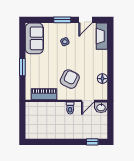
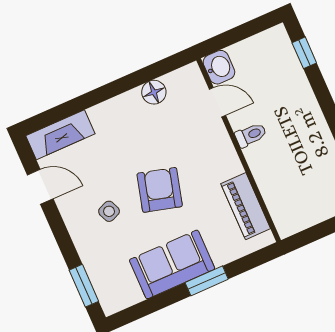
window: (62, 20) -> (84, 286), moved
sofa: (34, 38) -> (172, 264), moved
armchair: (70, 79) -> (160, 190), moved, turned 79

